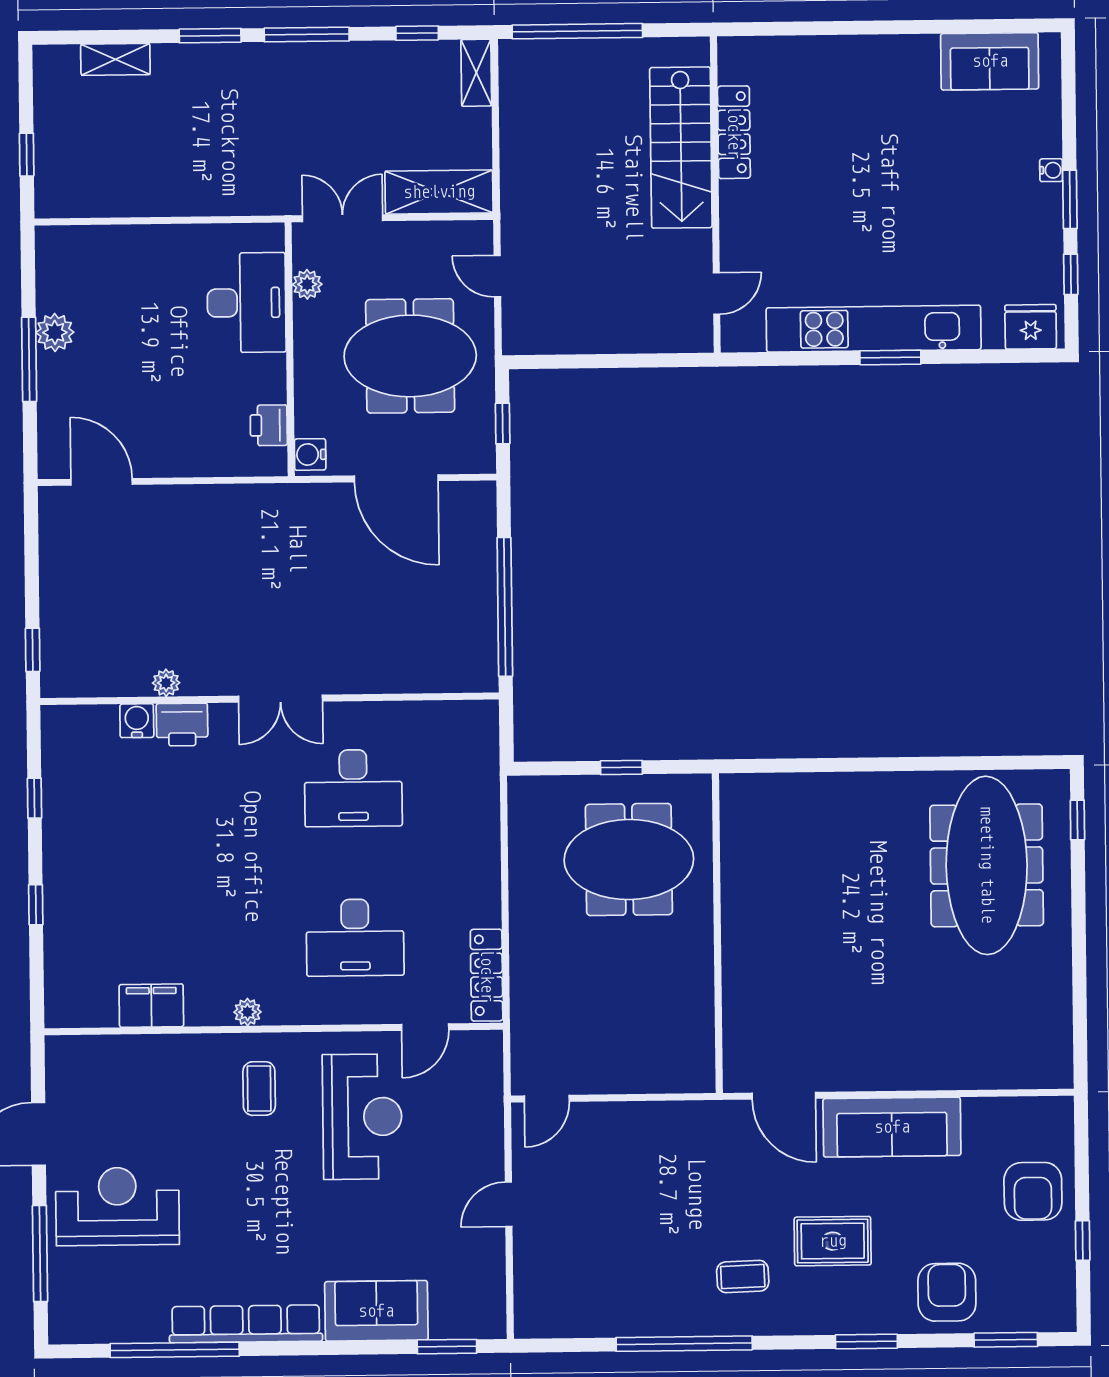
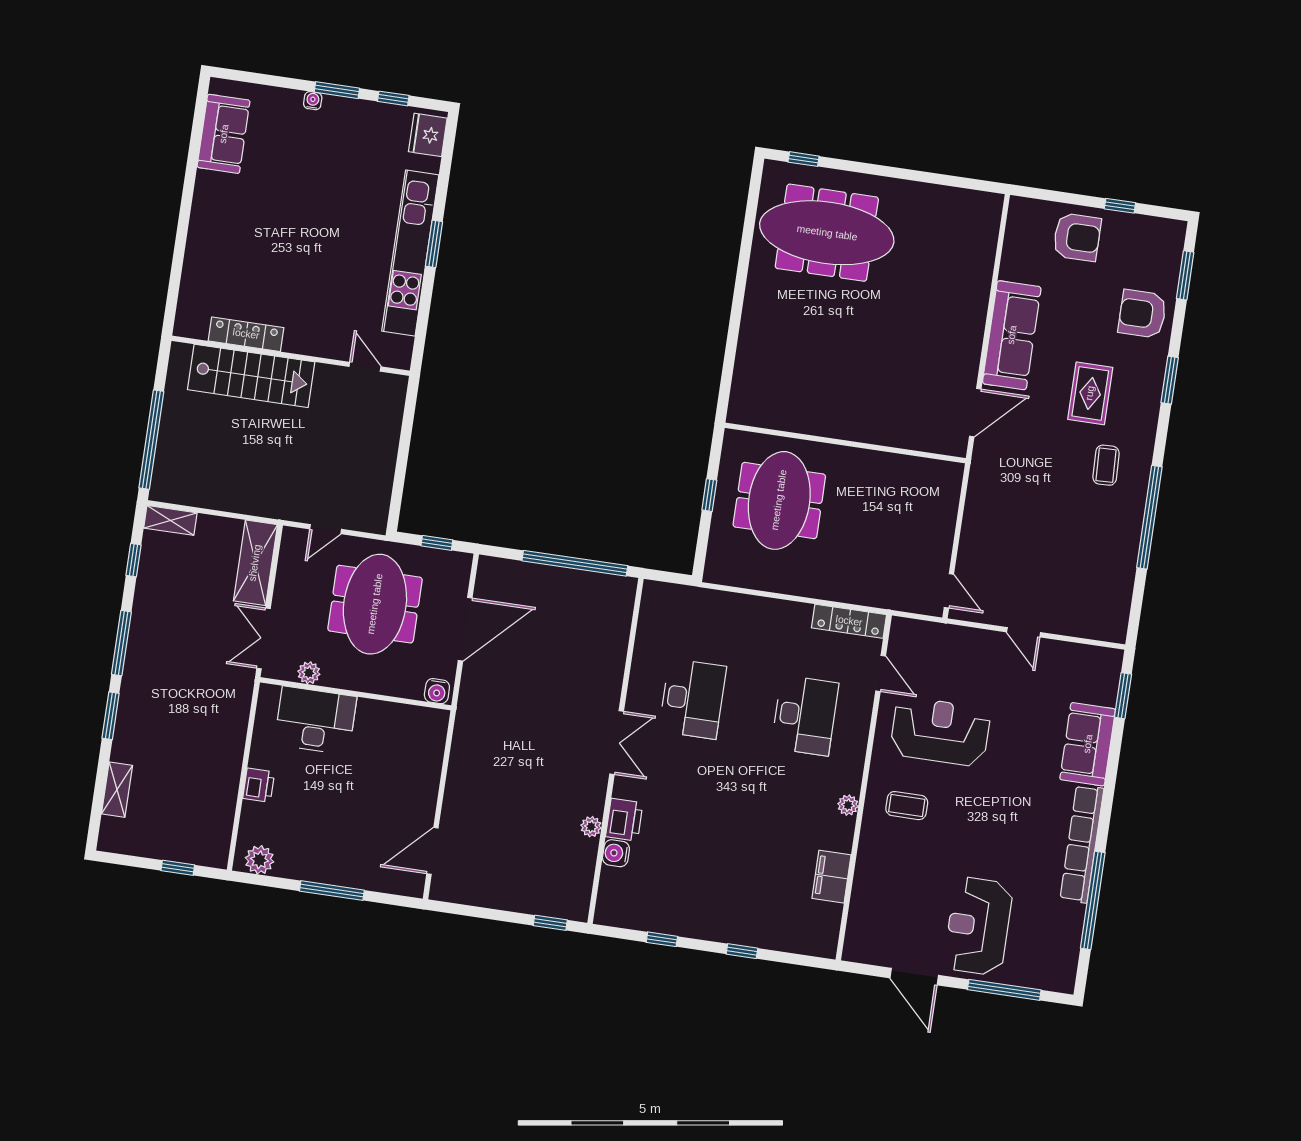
plant: (55, 332) -> (259, 860), moved
printer: (269, 425) -> (259, 785), moved, turned -90

